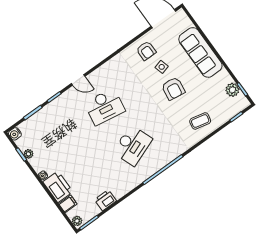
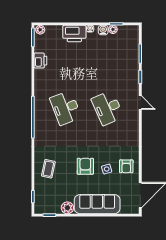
armchair: (146, 51) -> (126, 166), turned -90
door: (78, 80) -> (140, 103), swing flipped
armchair: (173, 89) -> (85, 166), turned 82
plant: (232, 90) -> (67, 208), moved
desk: (105, 107) -> (108, 108), turned -33
water cooler: (15, 134) -> (103, 30), moved
filing cabinet: (68, 204) -> (57, 32), removed

